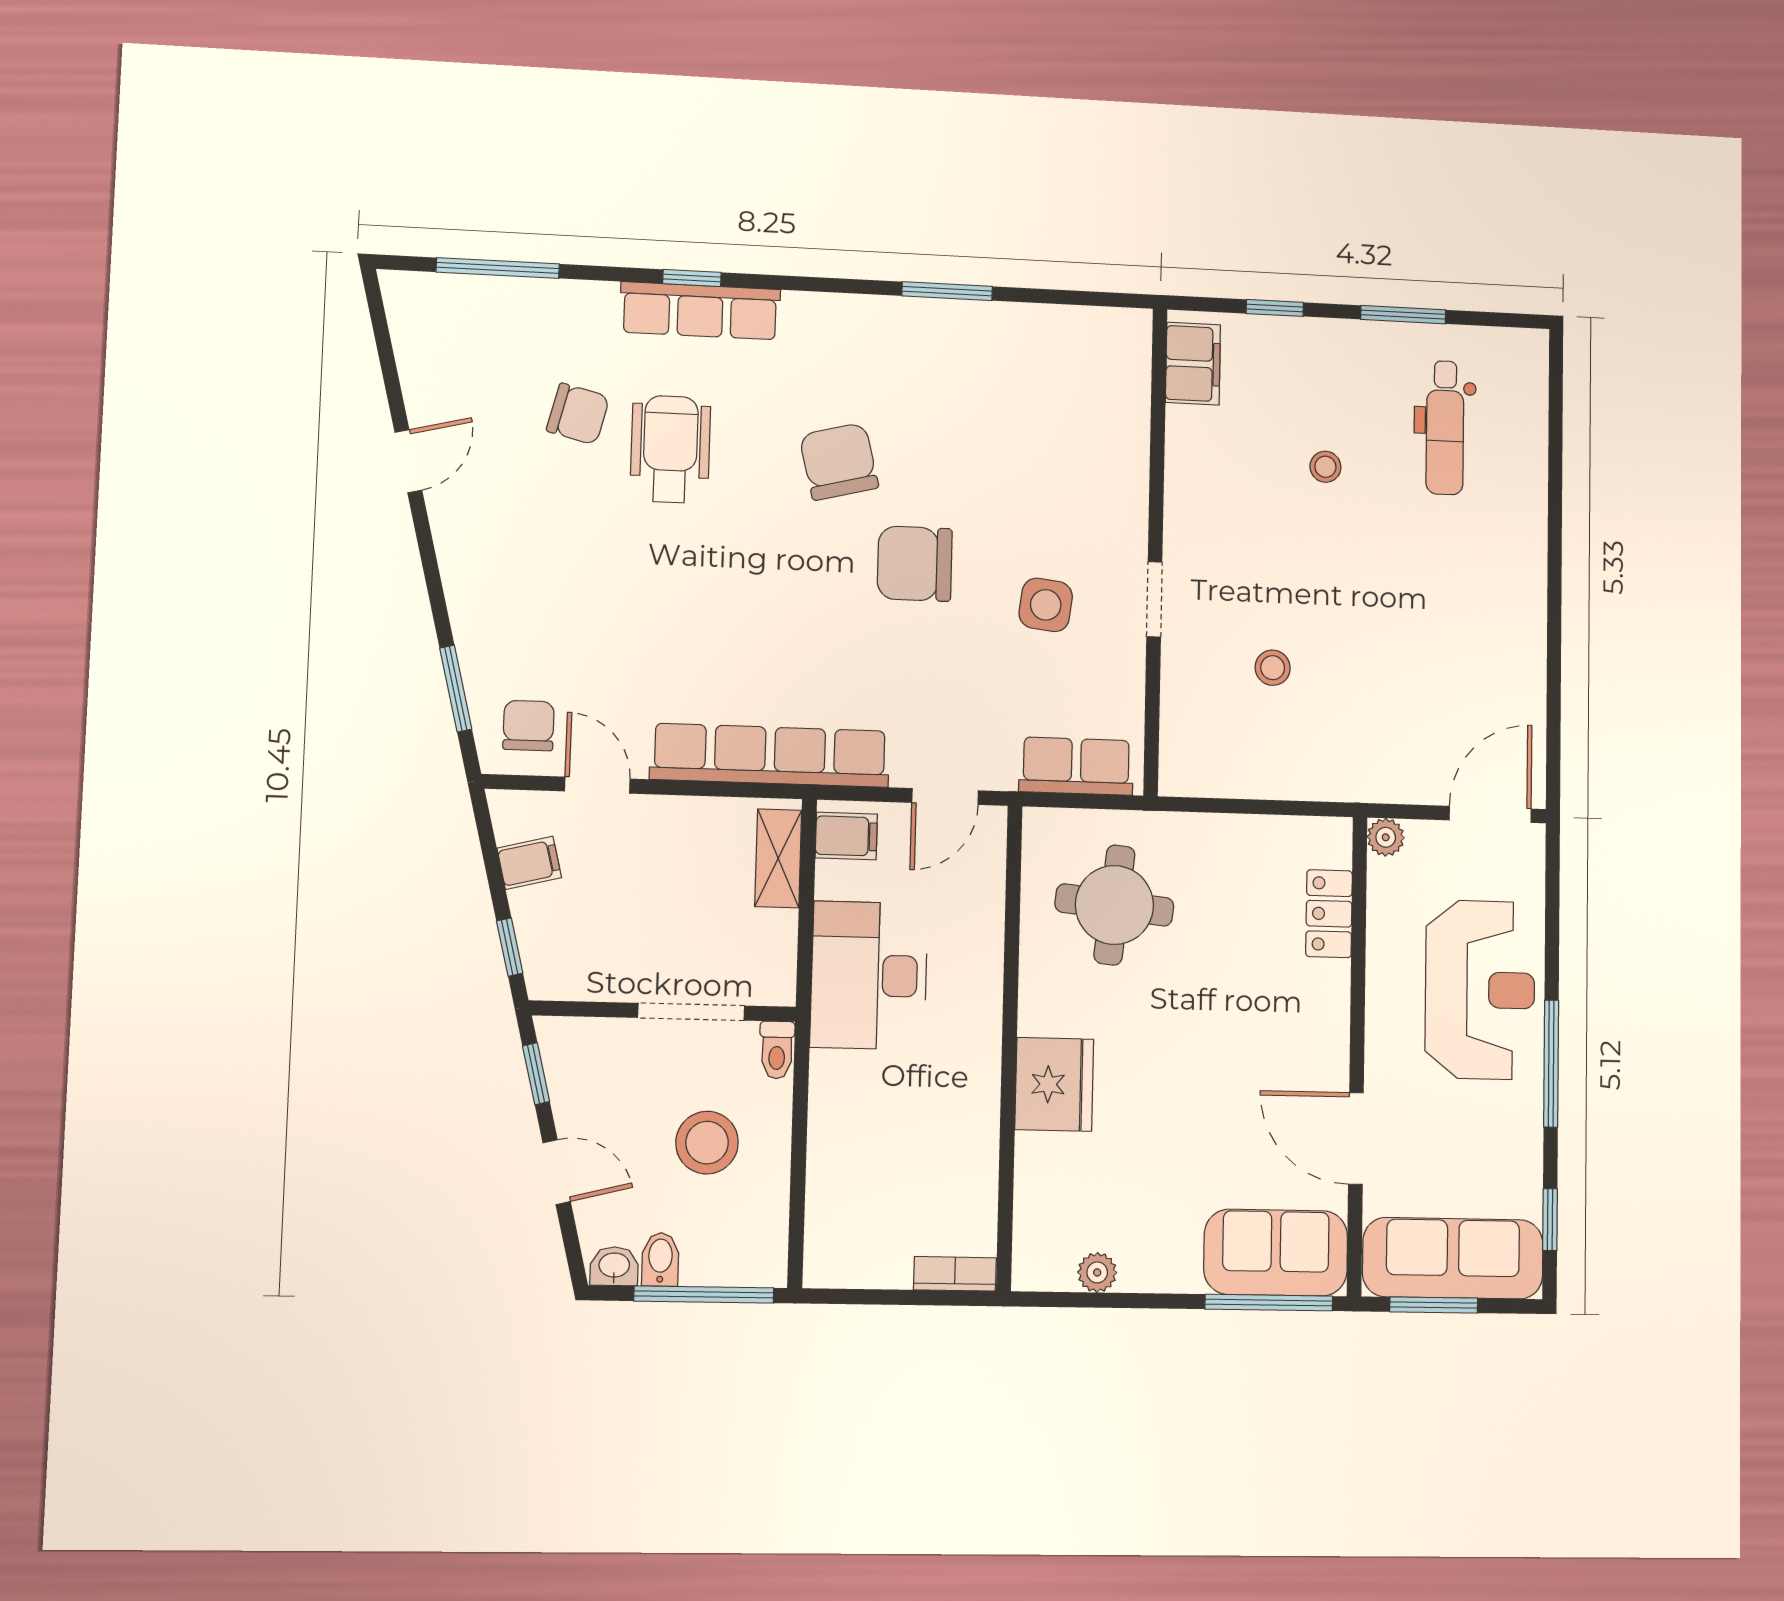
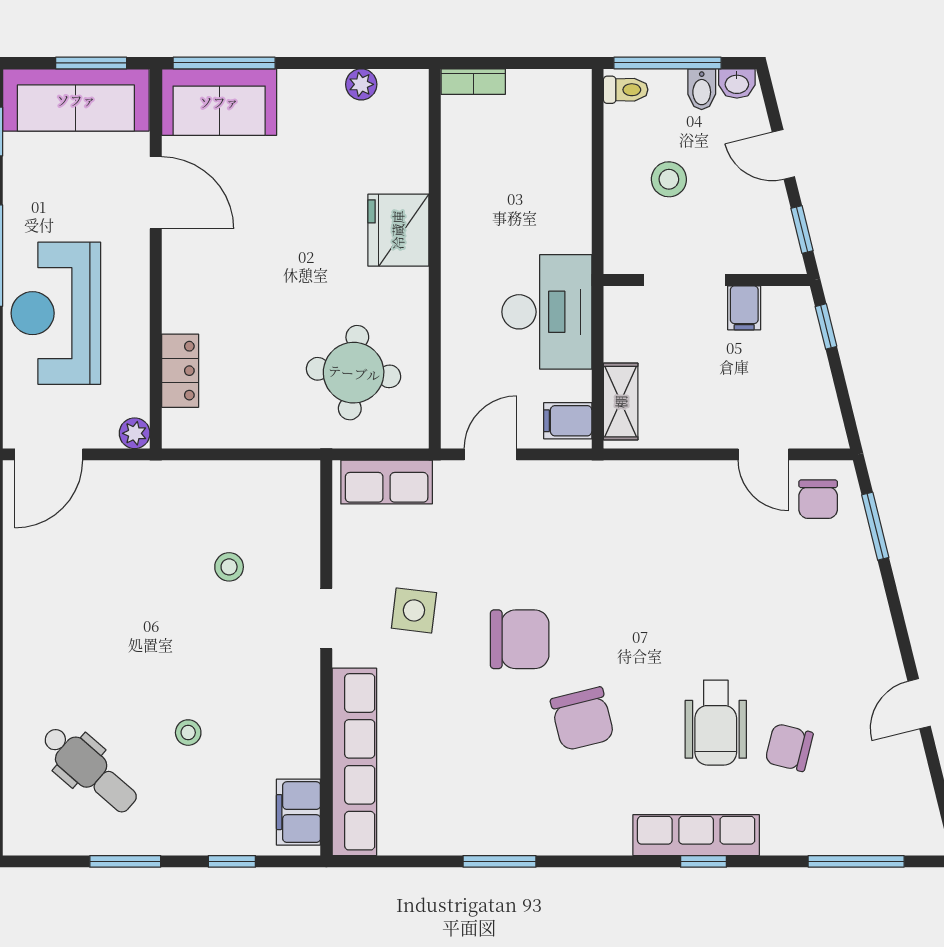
dental chair: (1445, 428) -> (89, 769), turned 131
row of seats: (770, 755) -> (354, 762), moved, turned -90
filing cabinet: (529, 863) -> (744, 308), moved, turned -76
toilet: (777, 1050) -> (626, 90), moved, turned 90
stool: (707, 1143) -> (669, 179), width x0.73, depth x0.73

